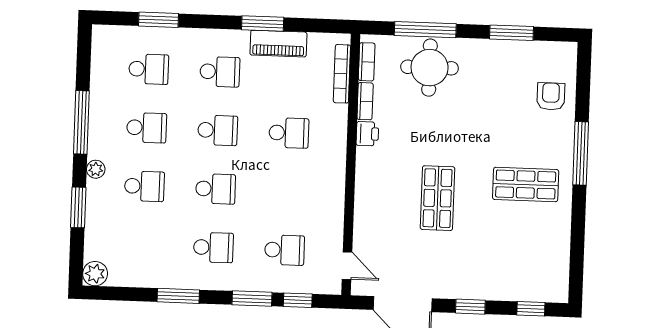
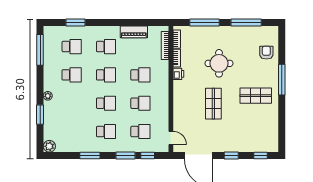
window: (263, 24) -> (126, 23), removed
window: (511, 33) -> (246, 23), width x1.44
round table: (430, 68) -> (219, 63), moved
window: (81, 122) -> (40, 50), moved
school desk: (144, 186) -> (140, 103), moved

